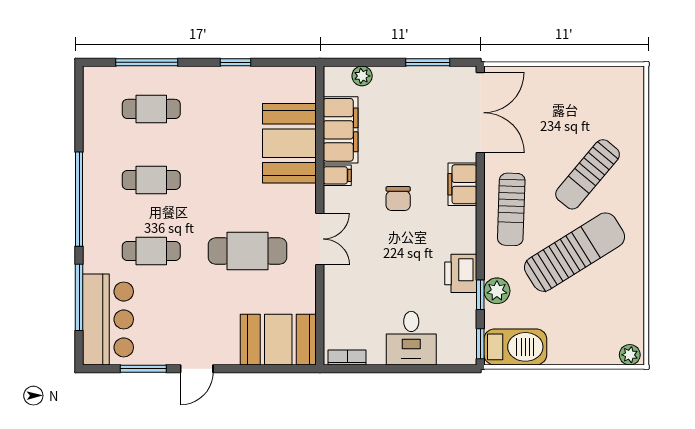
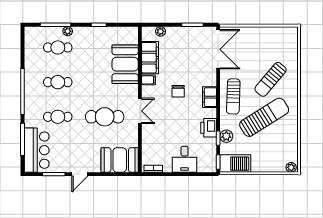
plant: (172, 76) -> (68, 31), added
filing cabinet: (462, 184) -> (209, 97), moved

